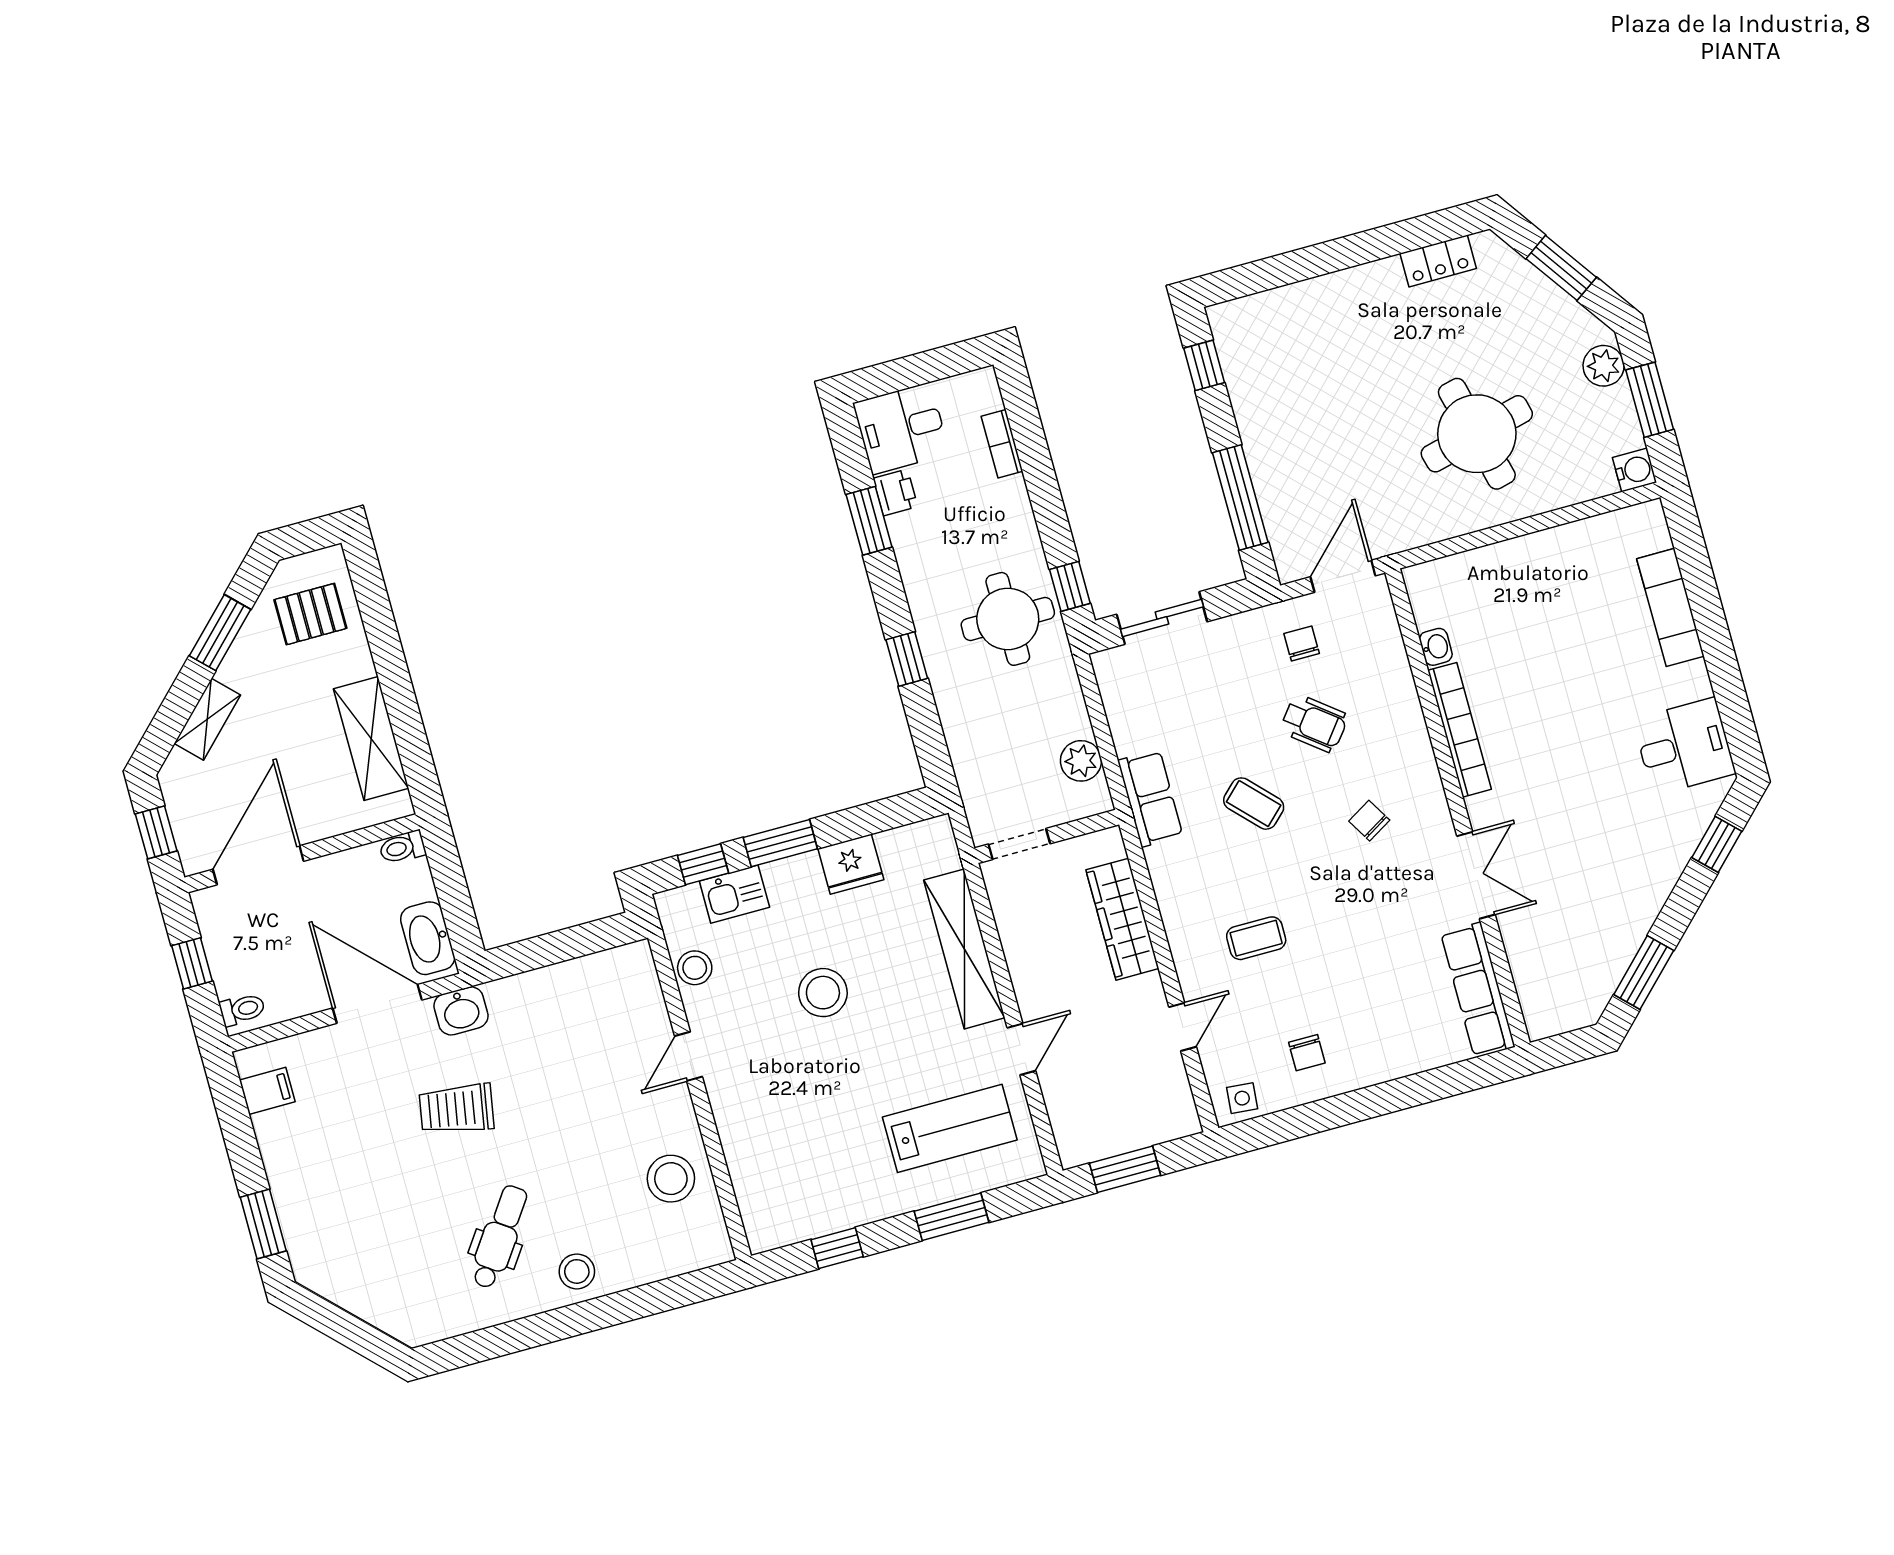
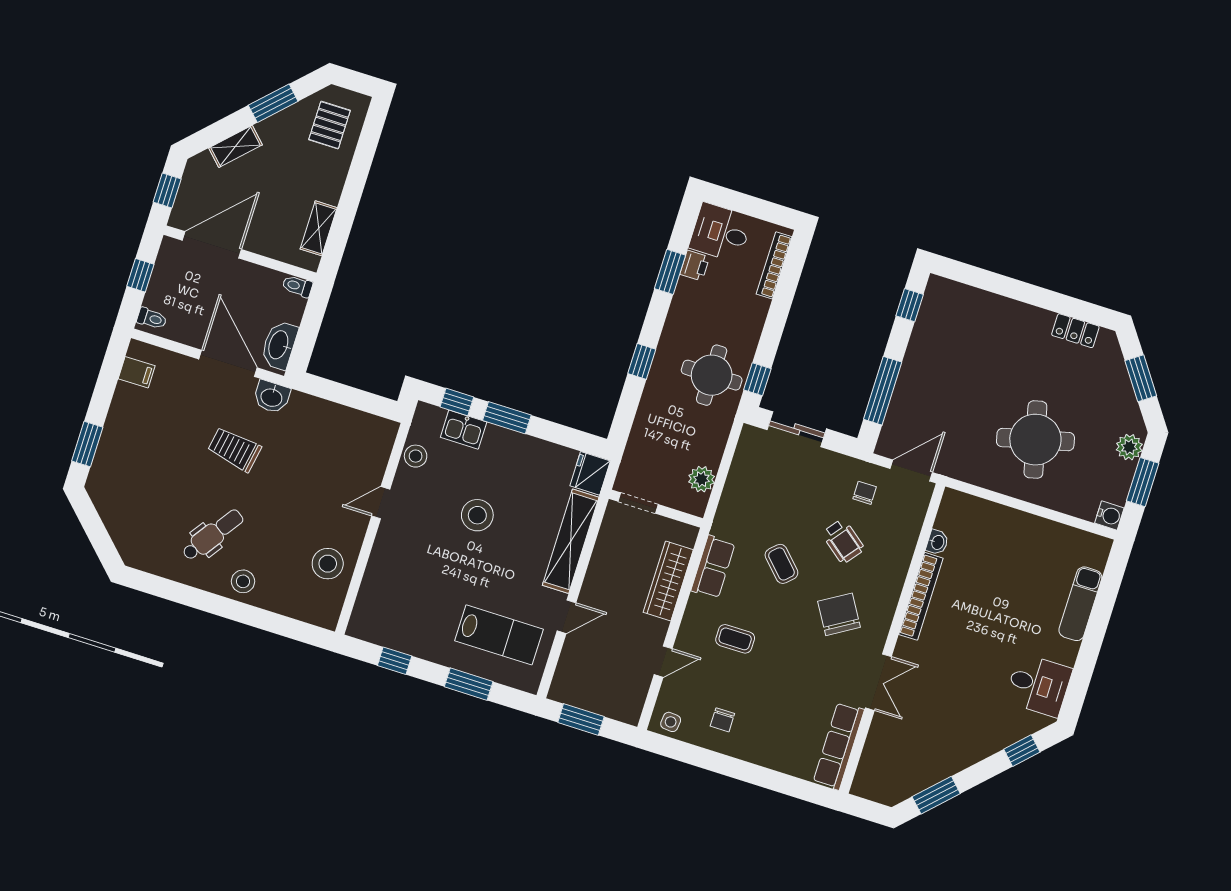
bookcase: (1002, 444) -> (774, 265), width x1.56
pallet: (310, 614) -> (330, 125), turned 90
shelving: (371, 739) -> (319, 228), width x0.67, depth x0.75
row of seats: (1150, 798) -> (713, 567), moved
chair: (1369, 821) -> (839, 614), width x1.87, depth x1.87
fridge: (851, 864) -> (590, 473), moved, turned 90

